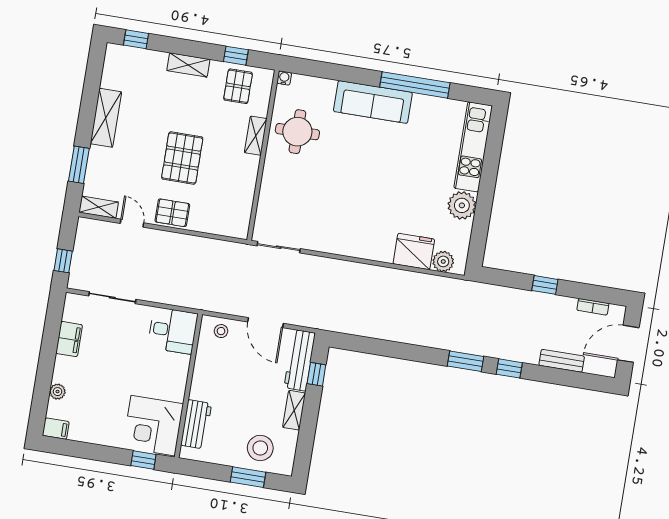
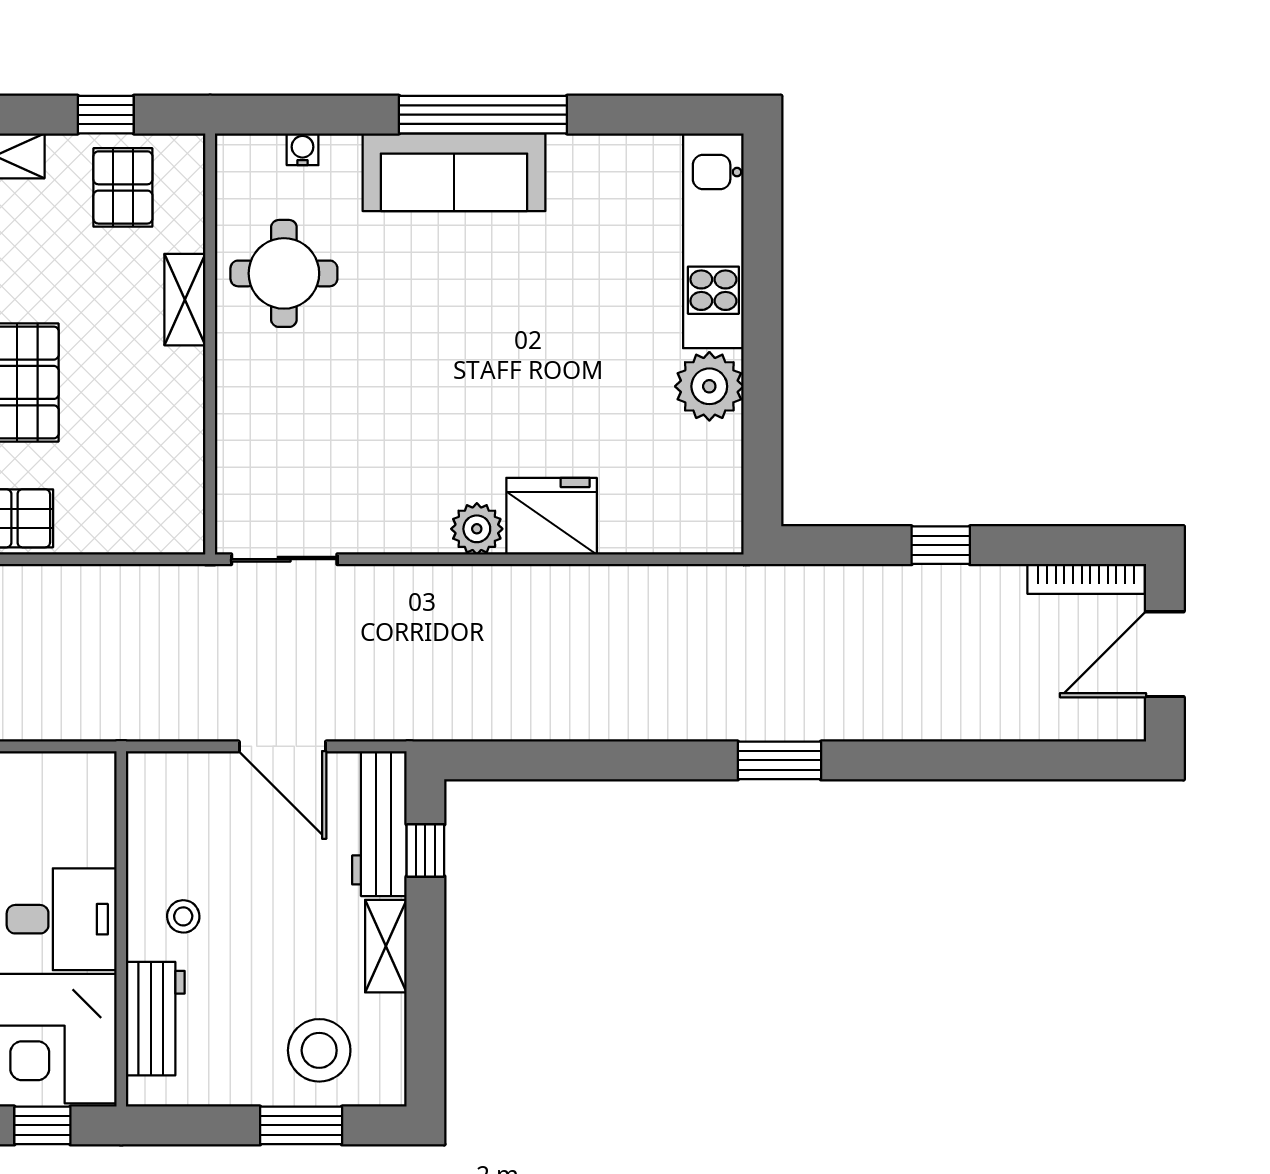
water cooler: (284, 78) -> (303, 149), moved
window: (415, 85) -> (483, 115), moved
fridge: (414, 251) -> (552, 516), moved
plant: (443, 261) -> (477, 529), moved
bookcase: (593, 307) -> (1086, 579), width x1.56
desk: (173, 331) -> (62, 919), moved
stool: (221, 331) -> (183, 916), moved
bench: (562, 361) -> (1011, 721), removed
window: (509, 368) -> (888, 760), removed

